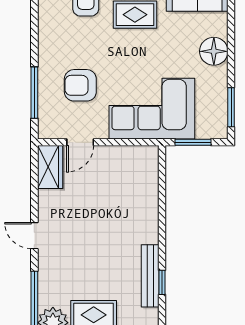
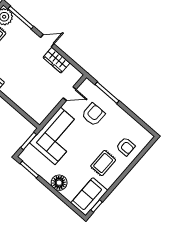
door: (80, 142) -> (70, 94), swing flipped
wardrobe: (50, 167) -> (57, 60), moved

